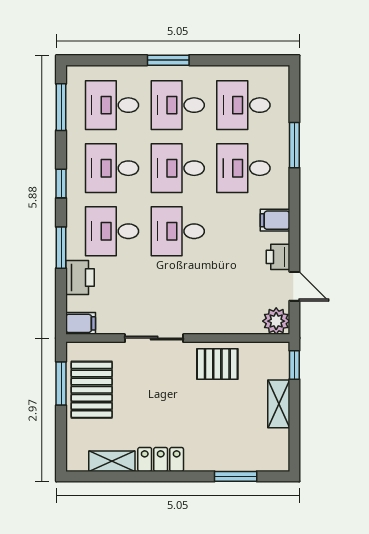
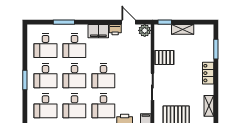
filing cabinet: (275, 220) -> (98, 31), width x2.00
door: (294, 286) -> (129, 22), hinge flipped
pallet: (217, 364) -> (164, 58), turned 90
locker: (161, 459) -> (208, 73), moved

